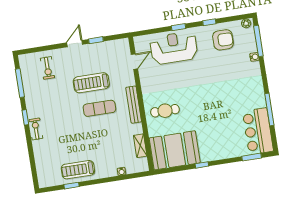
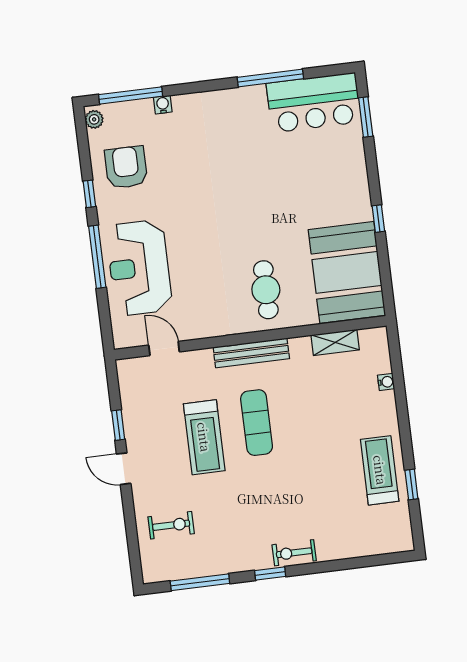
window: (178, 27) -> (97, 257), width x2.17
treadmill: (78, 170) -> (380, 470), turned 180

